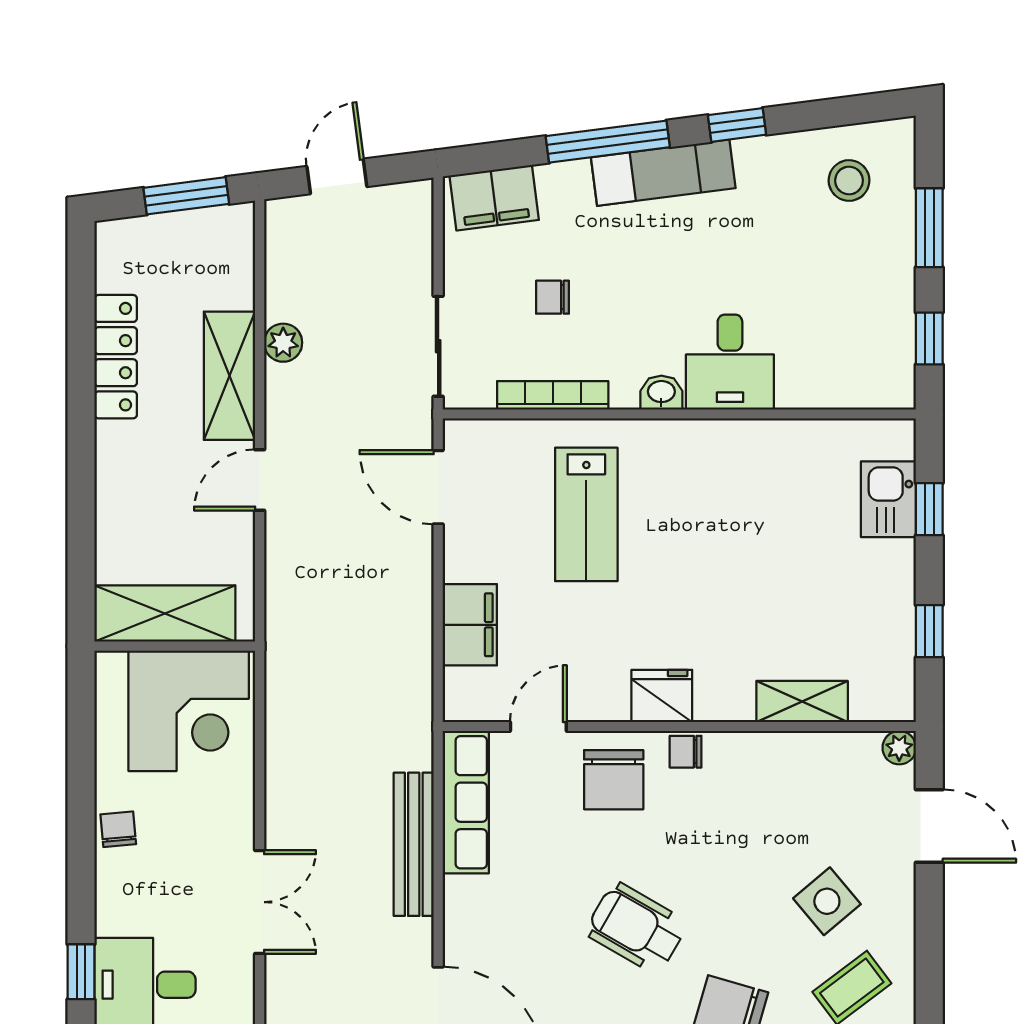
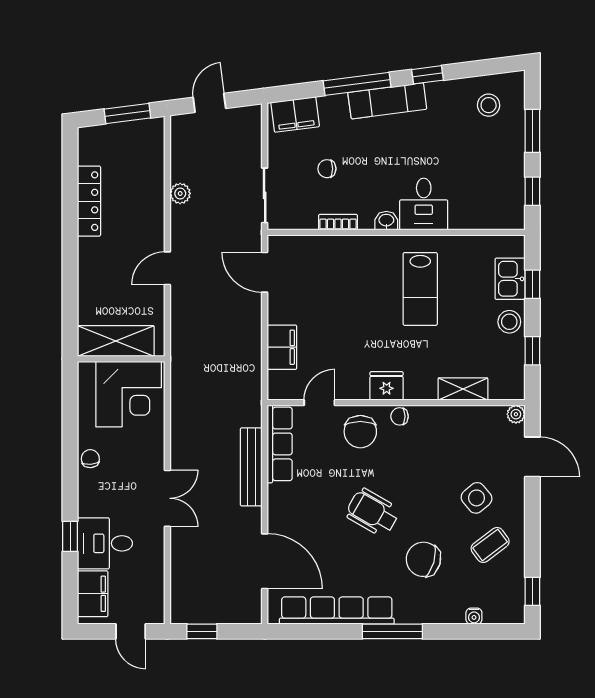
shelving: (229, 376) -> (151, 212), removed
bookcase: (553, 395) -> (338, 222), width x0.64
lab bench: (586, 514) -> (420, 289), moved
stool: (887, 578) -> (509, 322), added

